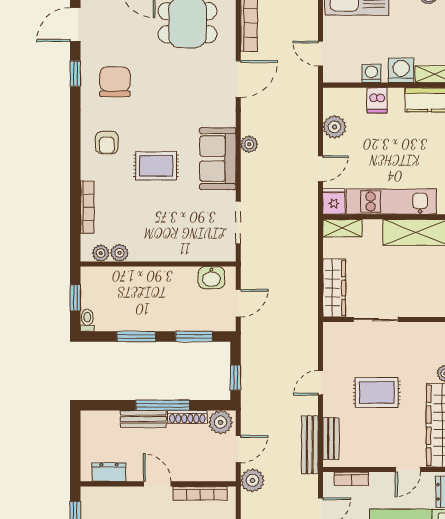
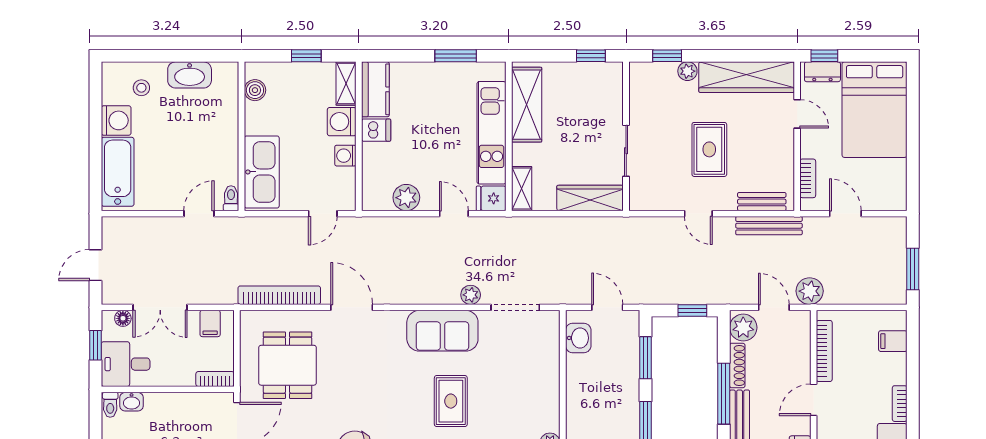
dishwasher: (377, 100) -> (376, 130), moved
plant: (249, 144) -> (471, 295), moved

